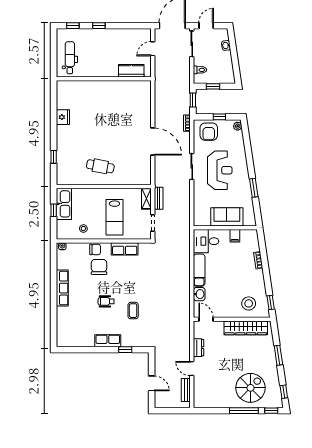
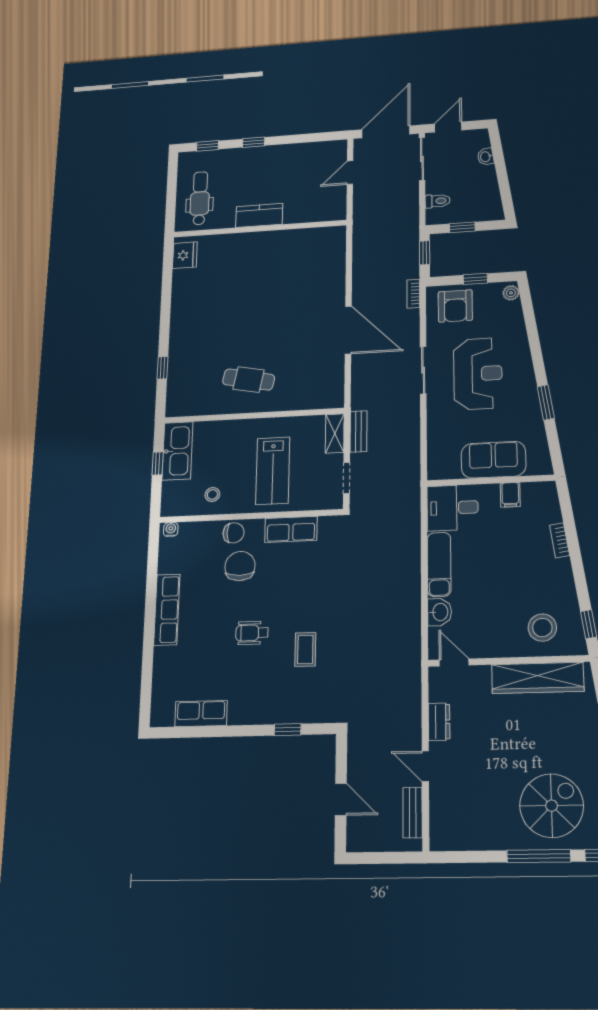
kitchen counter: (131, 71) -> (259, 215), moved
fridge: (63, 117) -> (185, 255), moved
row of seats: (108, 341) -> (201, 714), moved

